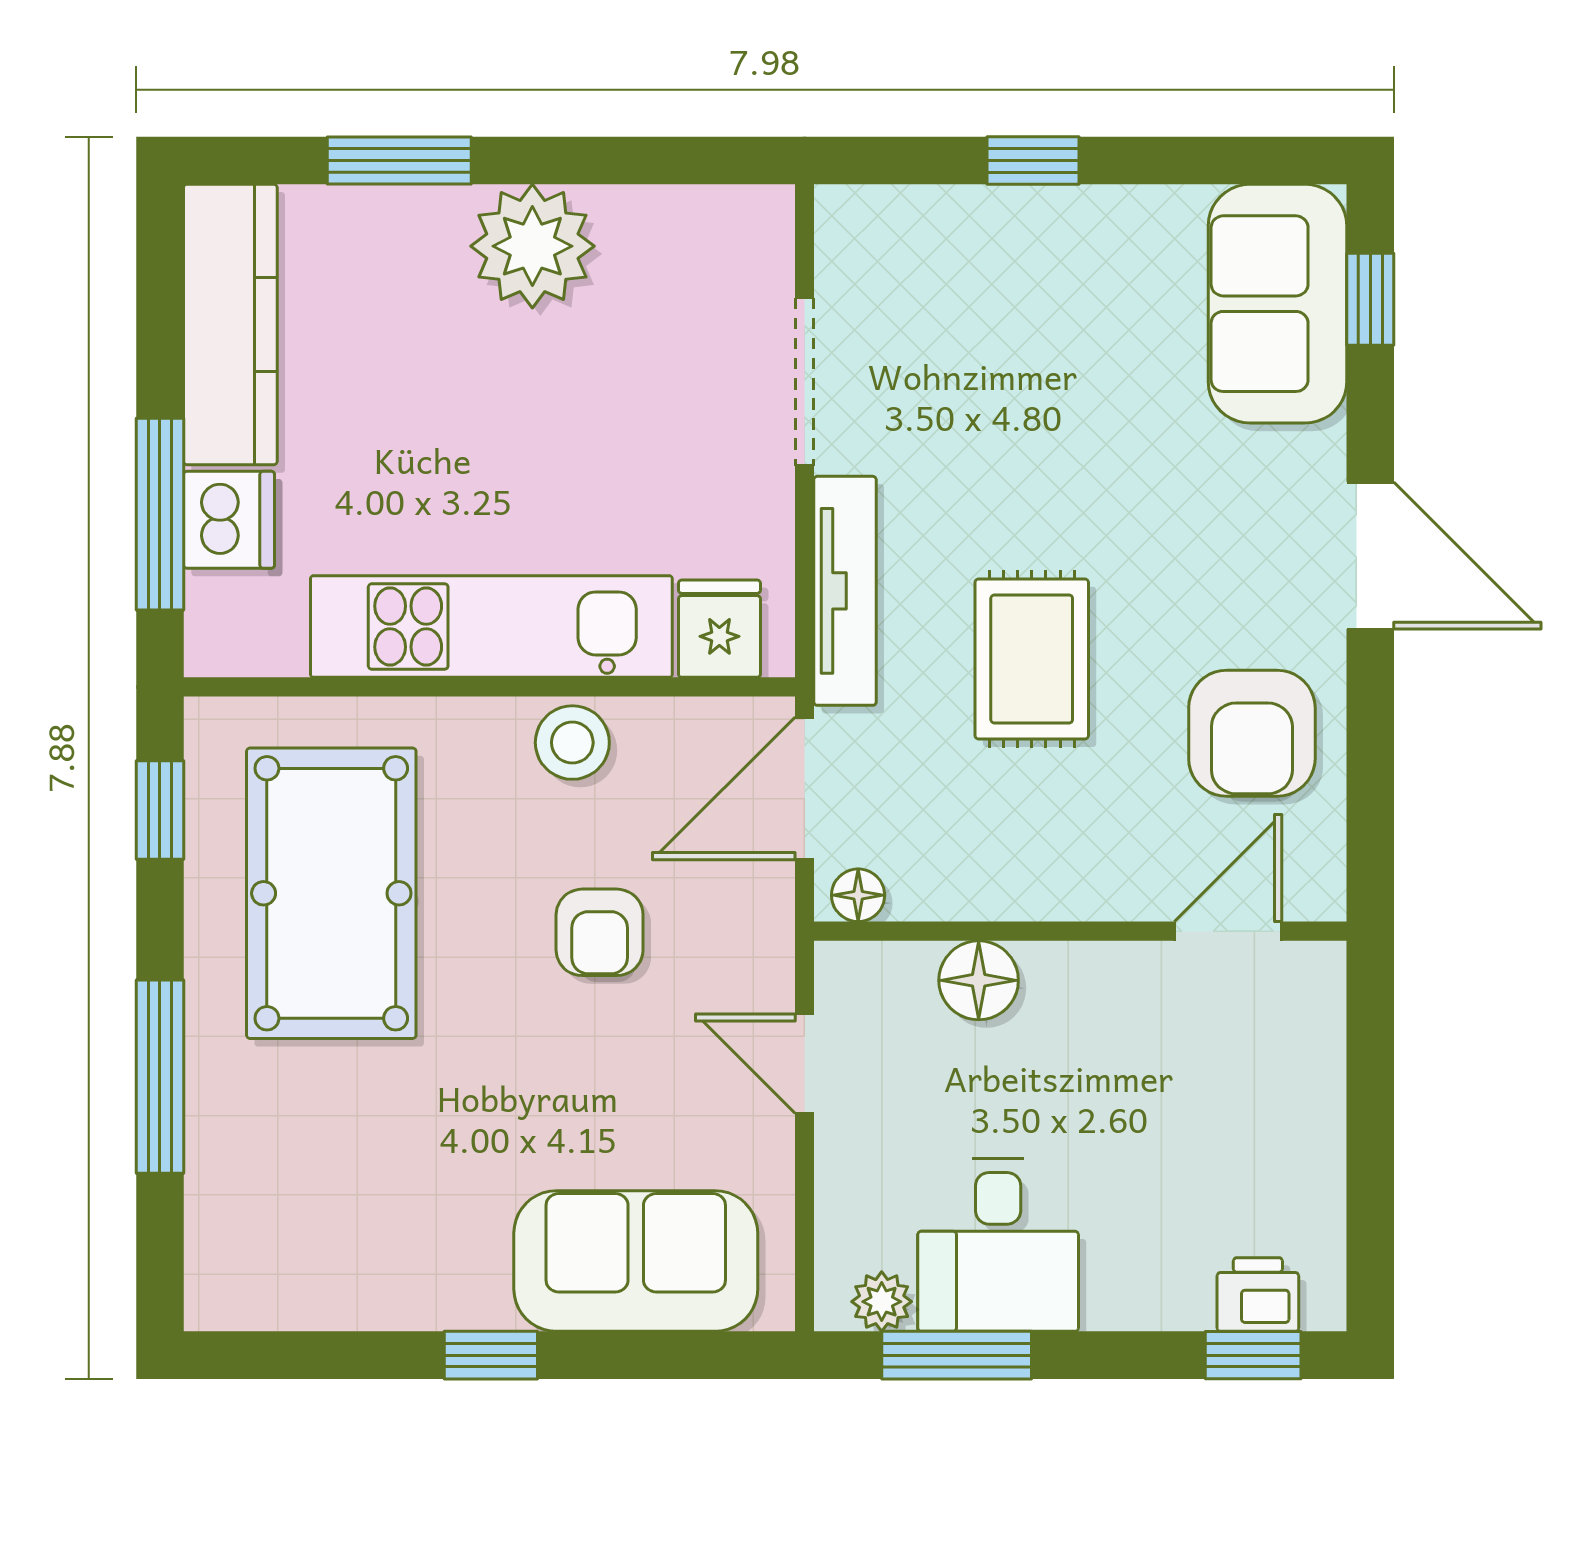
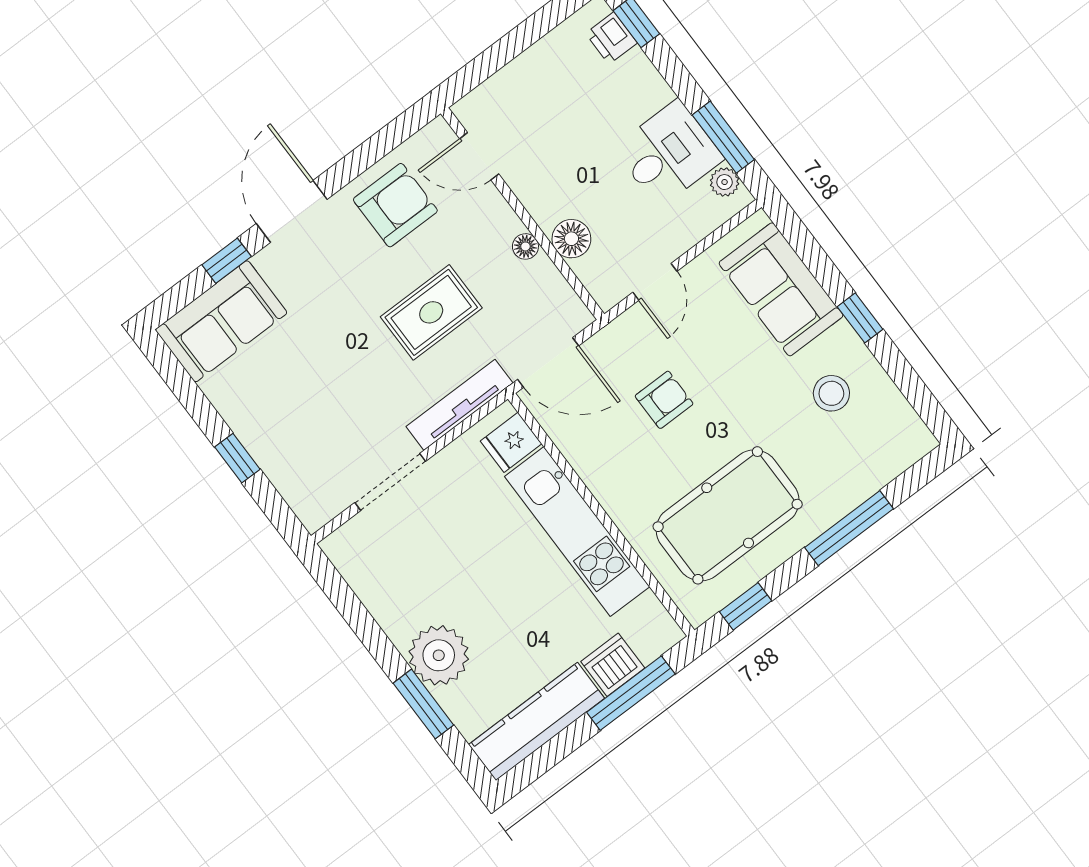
plant: (532, 246) -> (439, 655), moved
window: (1370, 299) -> (227, 261), moved
stool: (572, 743) -> (831, 393), moved
floor lamp: (858, 895) -> (525, 246), moved

